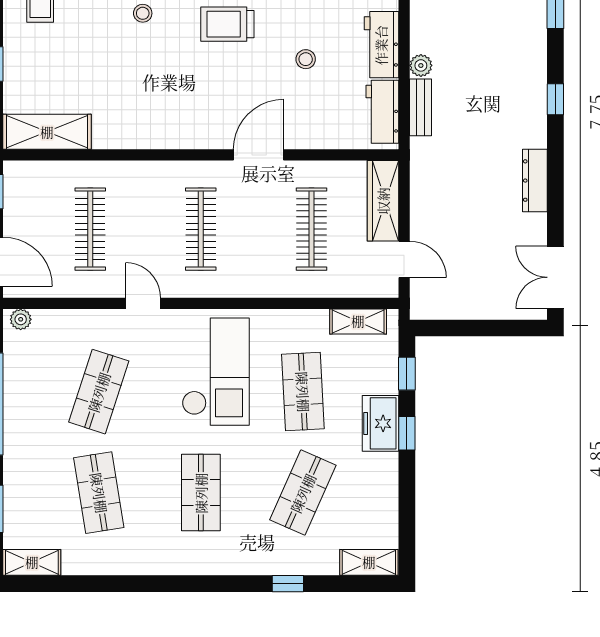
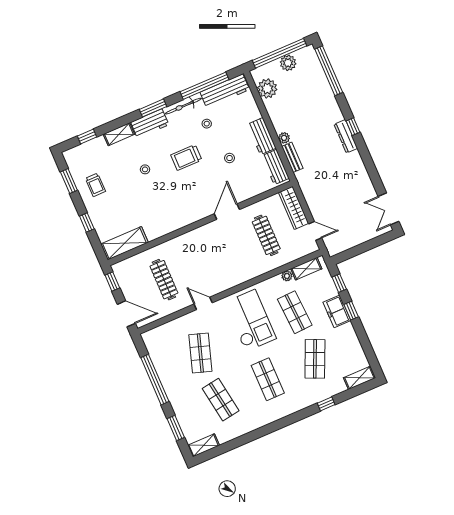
dresser: (535, 181) -> (346, 136), moved
clothes rail: (201, 229) -> (215, 257), removed
plant: (21, 319) -> (287, 276), moved

